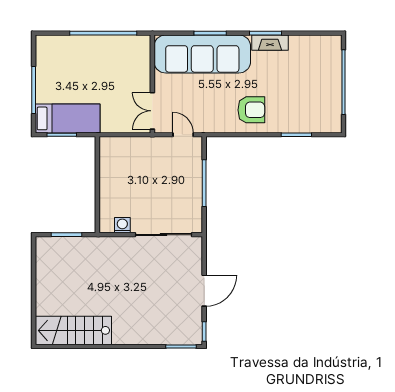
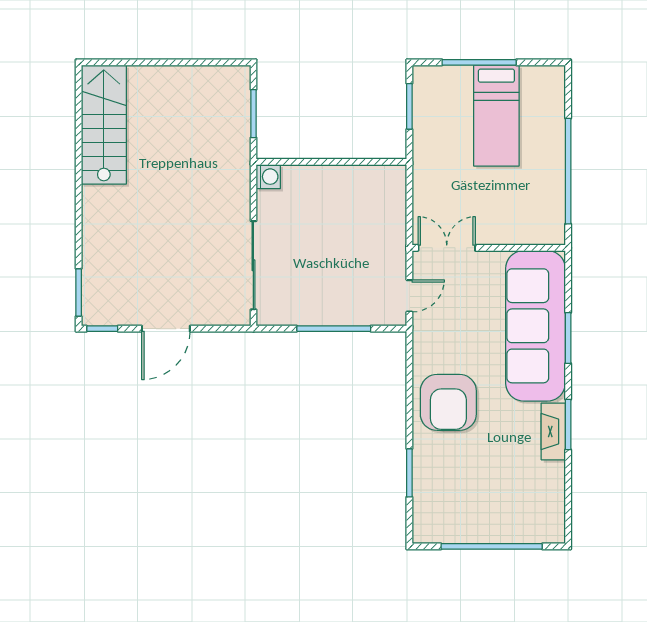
armchair: (251, 110) -> (448, 402), width x1.36, depth x1.36
bed: (68, 118) -> (496, 116), moved
washing machine: (122, 225) -> (268, 177), moved
door: (204, 291) -> (166, 329), hinge flipped

